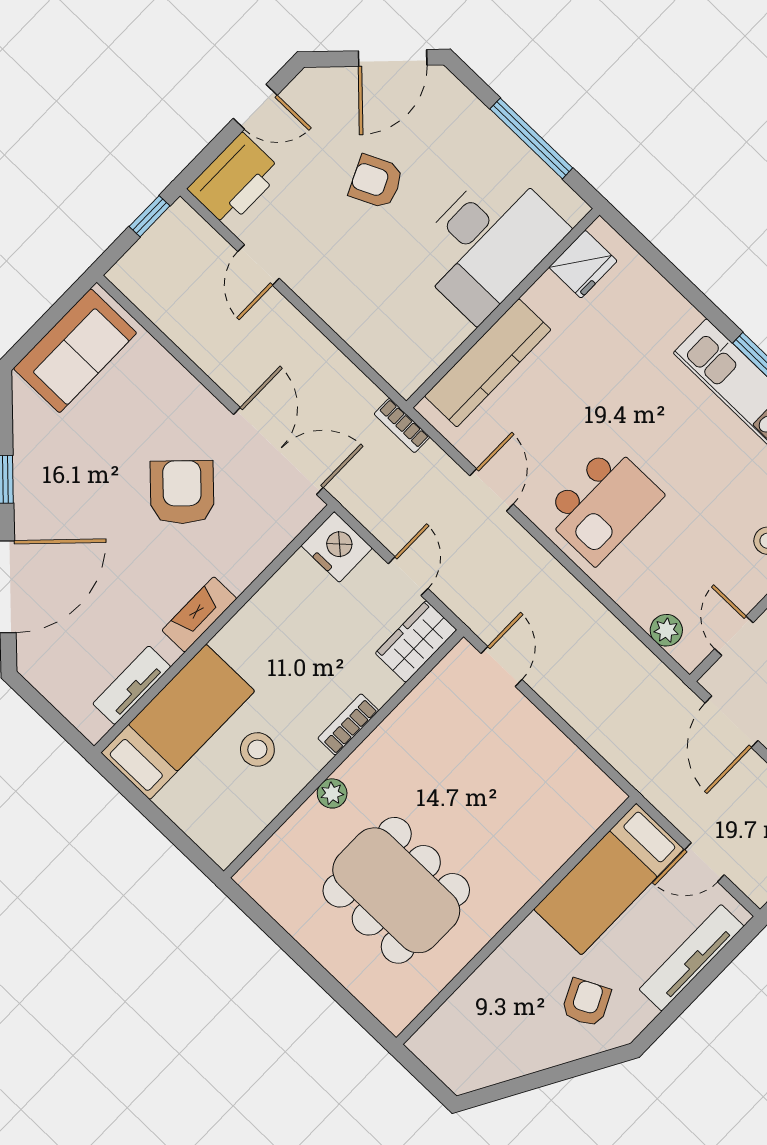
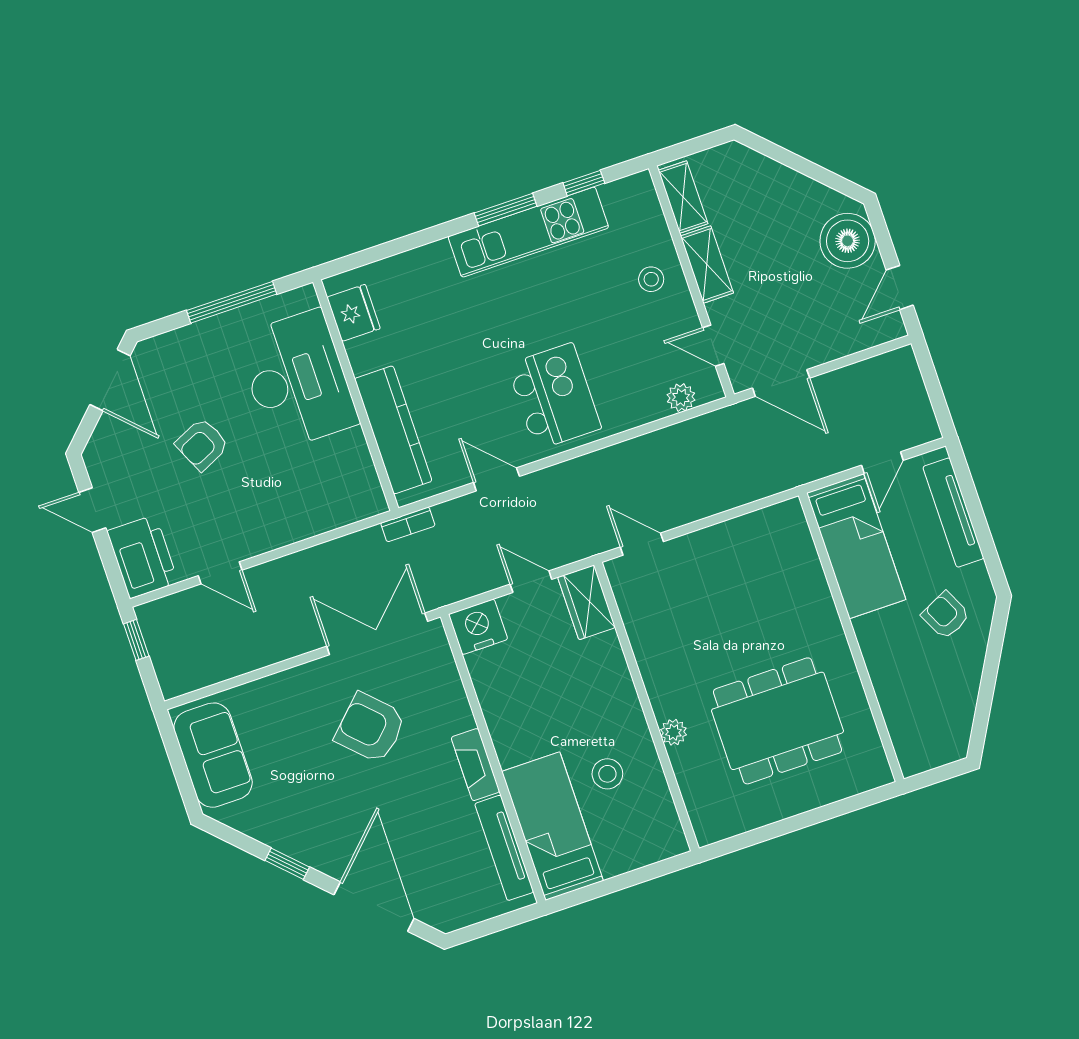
door: (255, 107) -> (92, 510), swing flipped
tv unit: (132, 685) -> (504, 848), width x1.41
bookcase: (348, 724) -> (625, 691), removed

